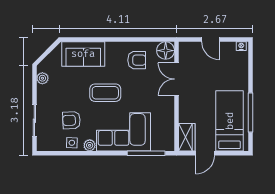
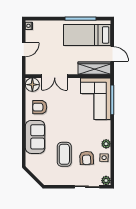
sofa: (83, 54) -> (35, 137), moved
armchair: (137, 60) -> (40, 107), turned -90
plant: (42, 78) -> (106, 181), moved
coffee table: (105, 93) -> (64, 154), moved
corner sofa: (123, 132) -> (96, 99), moved
wardrobe: (187, 137) -> (94, 68), width x1.50

